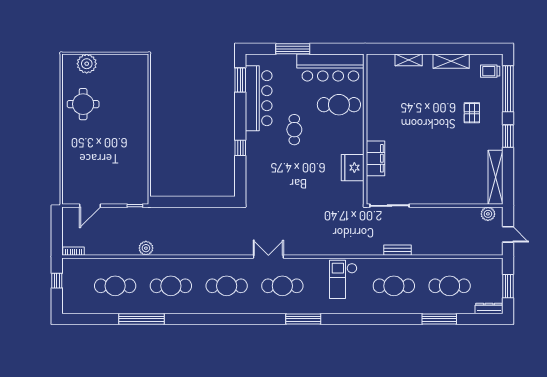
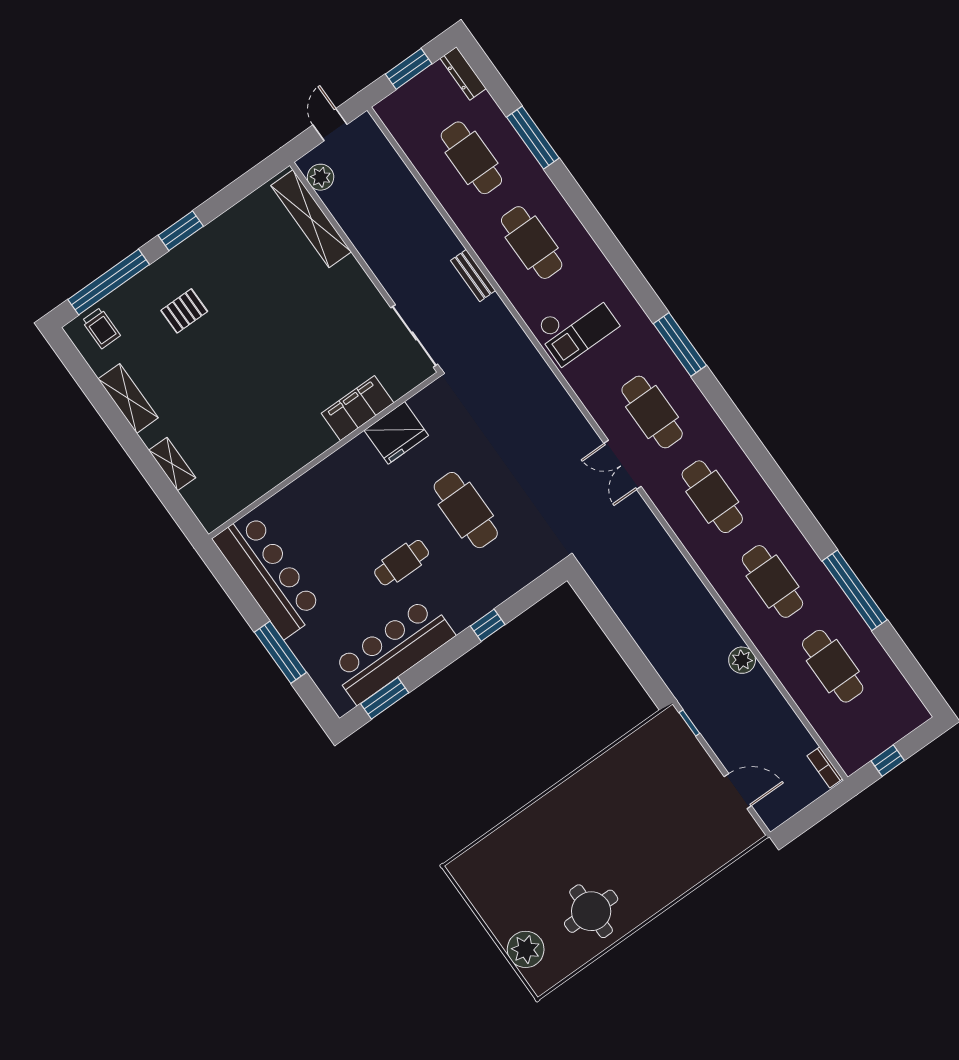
cafe table: (339, 105) -> (466, 510), moved
shelving: (495, 177) -> (311, 219), moved, turned 90

